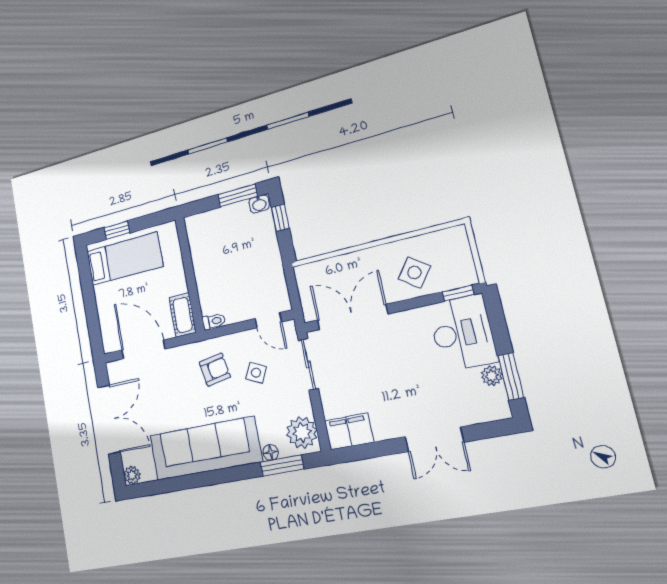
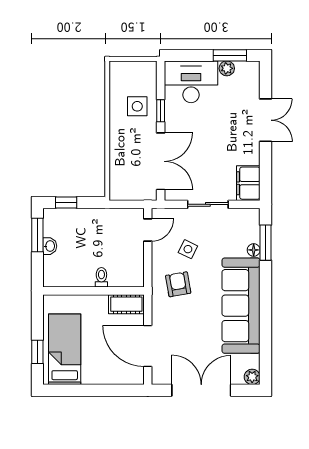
washbasin: (259, 204) -> (50, 246), moved
side table: (414, 273) -> (137, 106), turned -36
window: (458, 293) -> (161, 111), moved
double door: (352, 317) -> (161, 161), swing flipped
toilet: (214, 321) -> (101, 277), moved
door: (143, 349) -> (148, 346), hinge flipped
sliding door: (308, 364) -> (208, 204), moved
plant: (302, 433) -> (243, 221), removed

